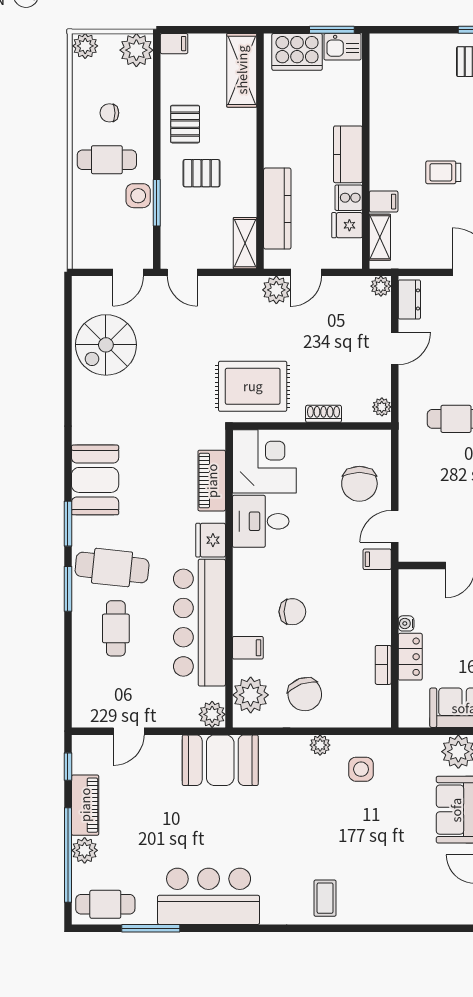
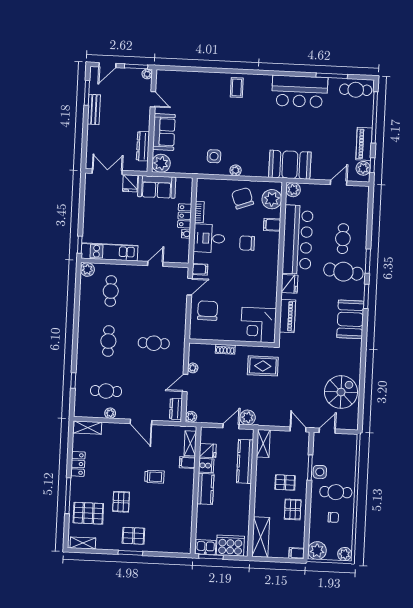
rug: (253, 386) -> (263, 366), width x0.73, depth x0.70
plant: (382, 407) -> (193, 368), moved
desk: (261, 521) -> (209, 238), moved, turned 180
plant: (85, 850) -> (363, 168), moved

